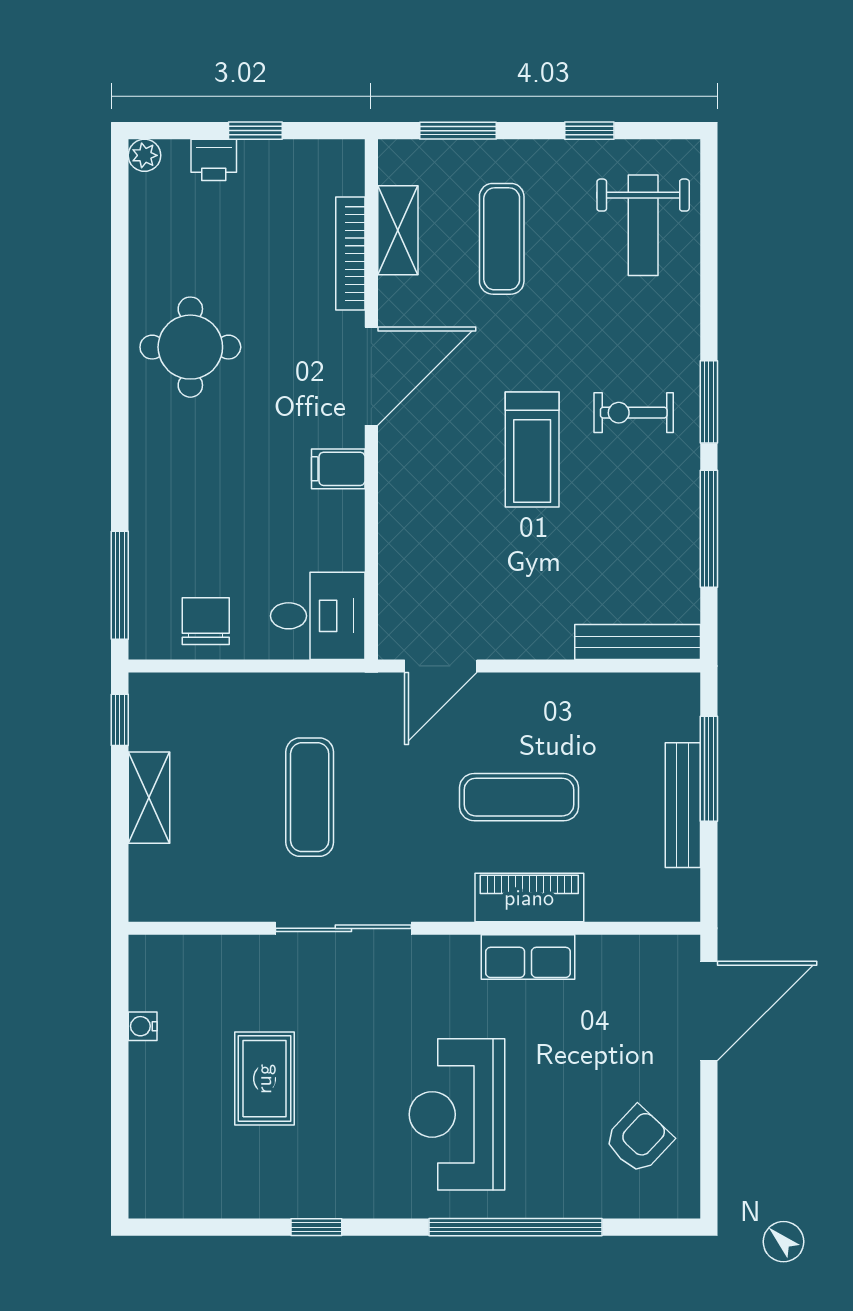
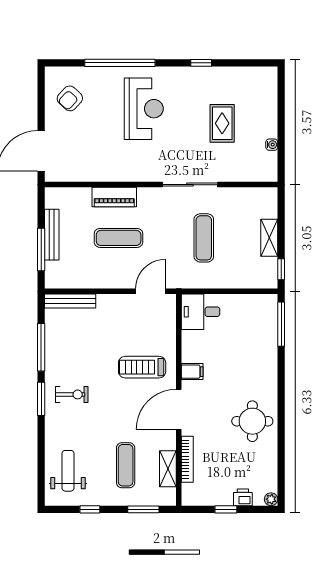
treadmill: (532, 449) -> (142, 367), moved, turned -90
chair: (206, 621) -> (246, 310), removed
row of seats: (528, 957) -> (115, 173), removed

